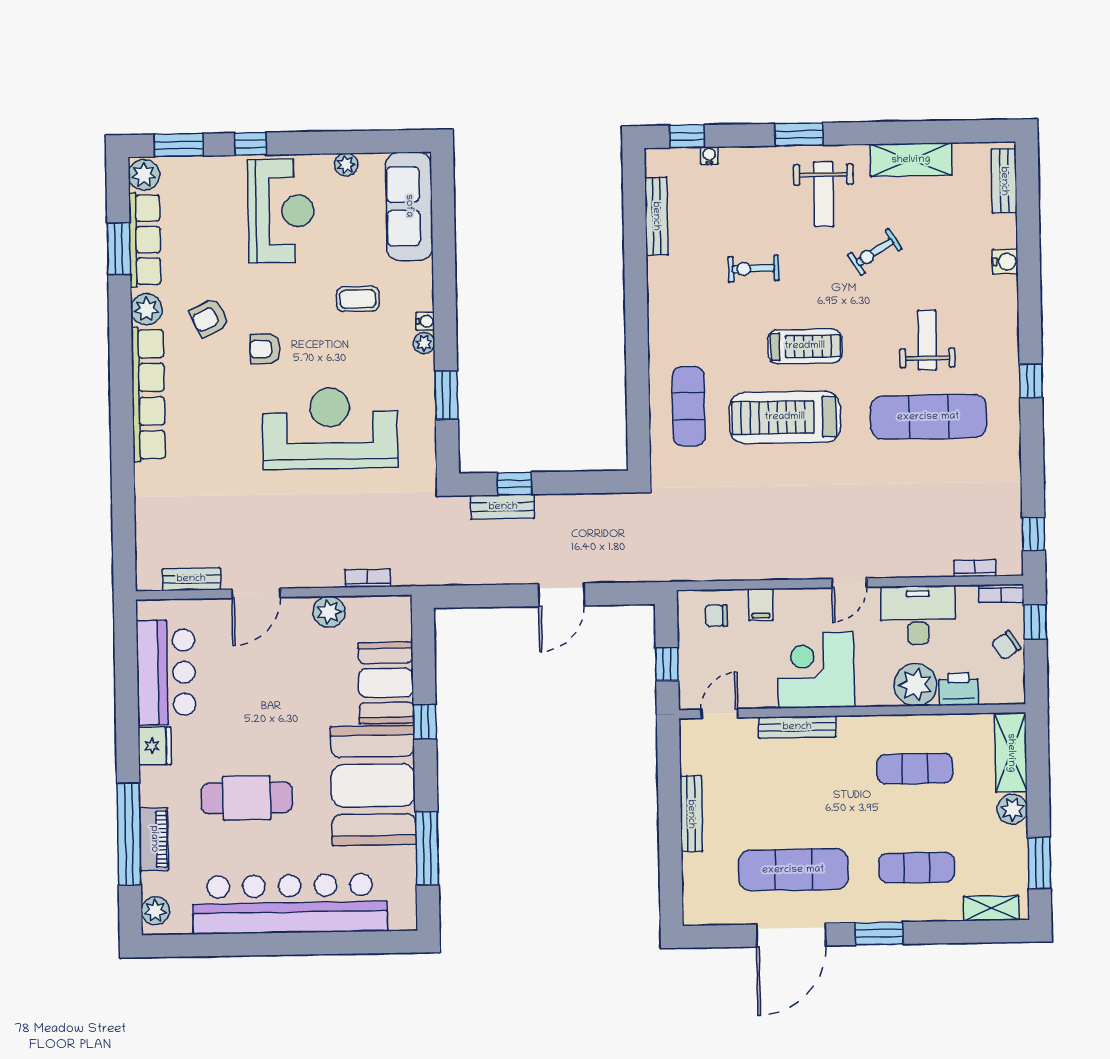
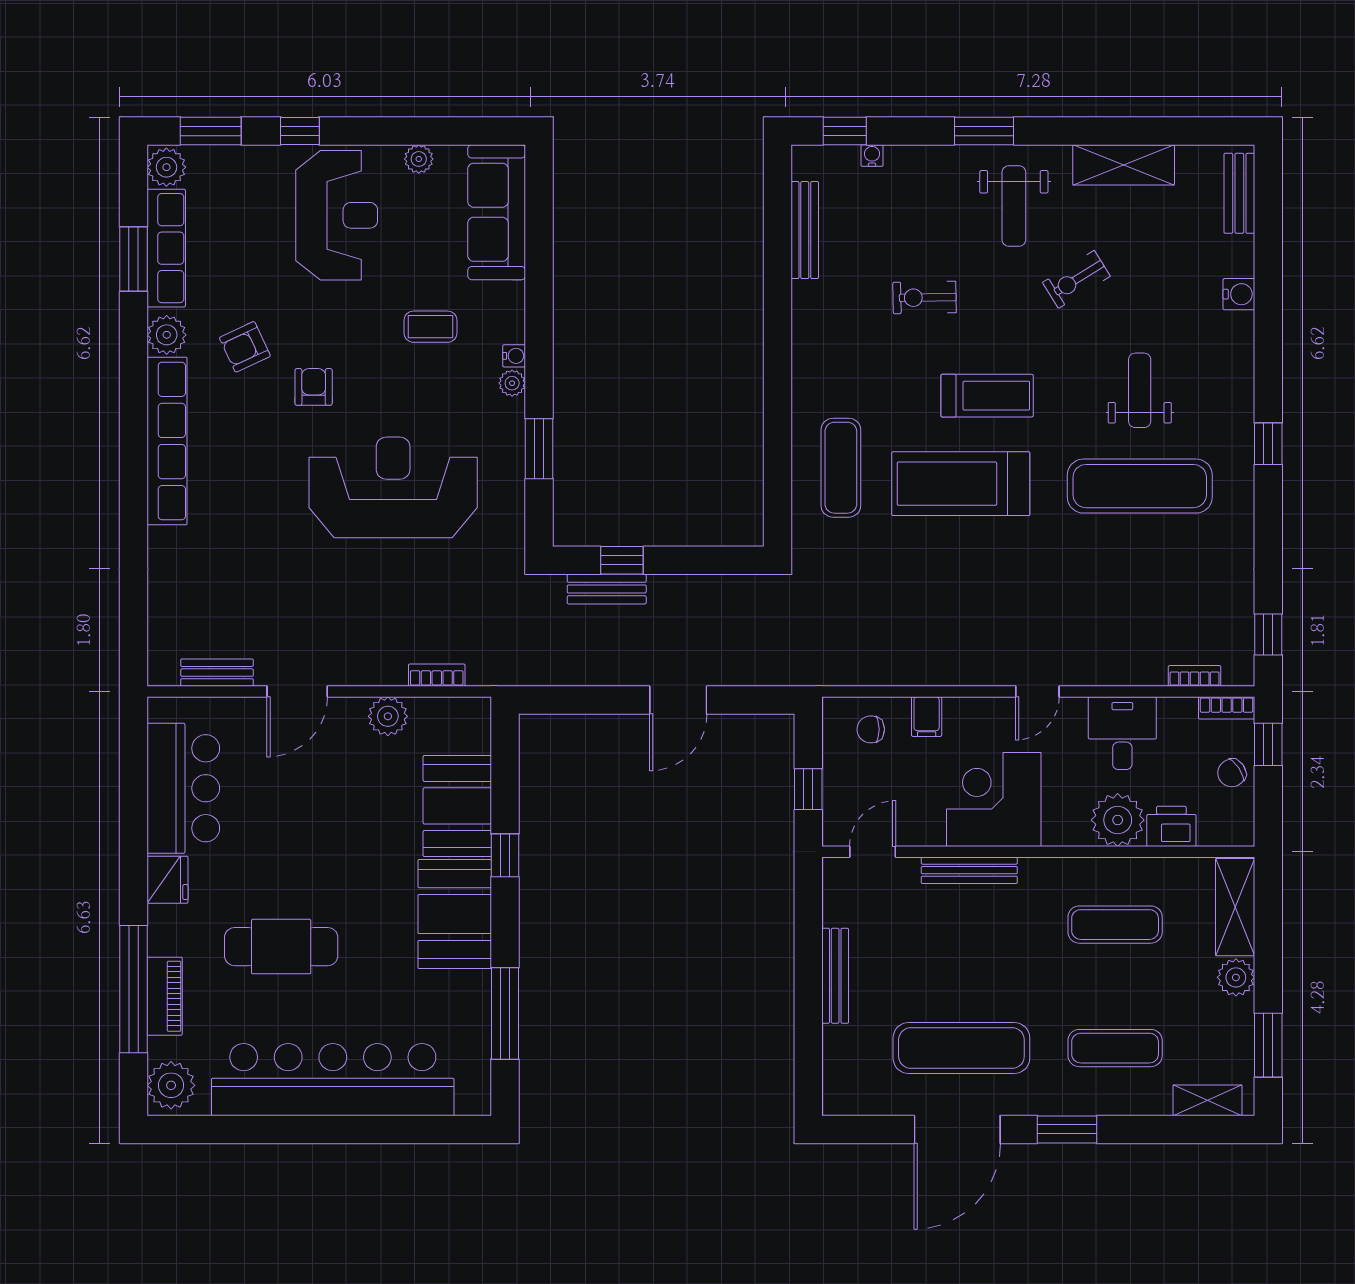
armchair: (265, 349) -> (314, 387), turned 90
desk: (918, 615) -> (1122, 733), width x0.73
booth: (373, 785) -> (455, 914), width x0.73, depth x0.70
plant: (155, 911) -> (171, 1085), width x1.36, depth x1.36

